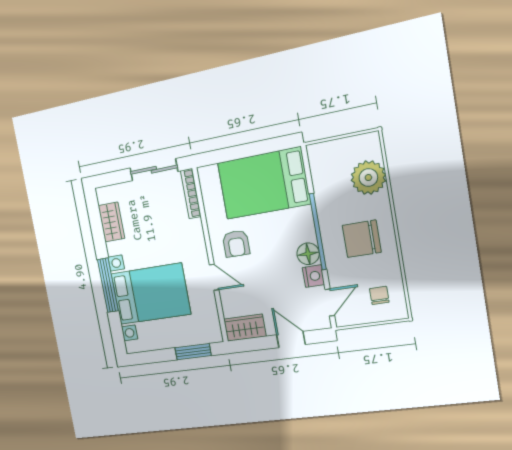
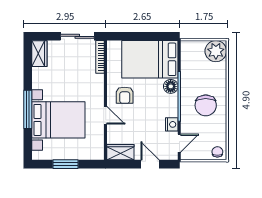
plant: (368, 178) -> (216, 51), moved
wardrobe: (111, 222) -> (39, 54), moved
chair: (362, 239) -> (206, 105), turned -90
floor lamp: (308, 254) -> (171, 86), moved
chair: (379, 295) -> (217, 152), moved
window: (193, 352) -> (66, 164), moved

